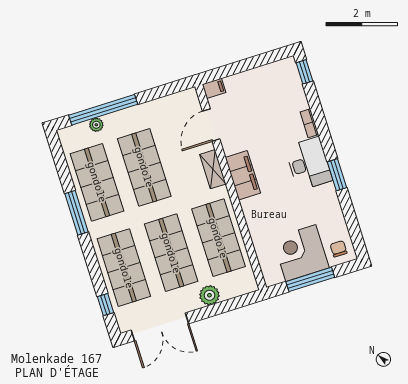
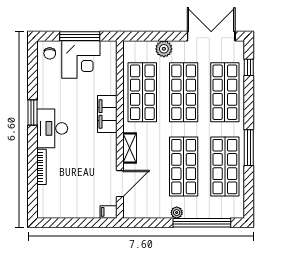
window: (304, 72) -> (33, 202), removed
bookcase: (309, 123) -> (42, 167), width x1.56
plant: (96, 125) -> (177, 213), moved
filing cabinet: (243, 175) -> (107, 114), moved

